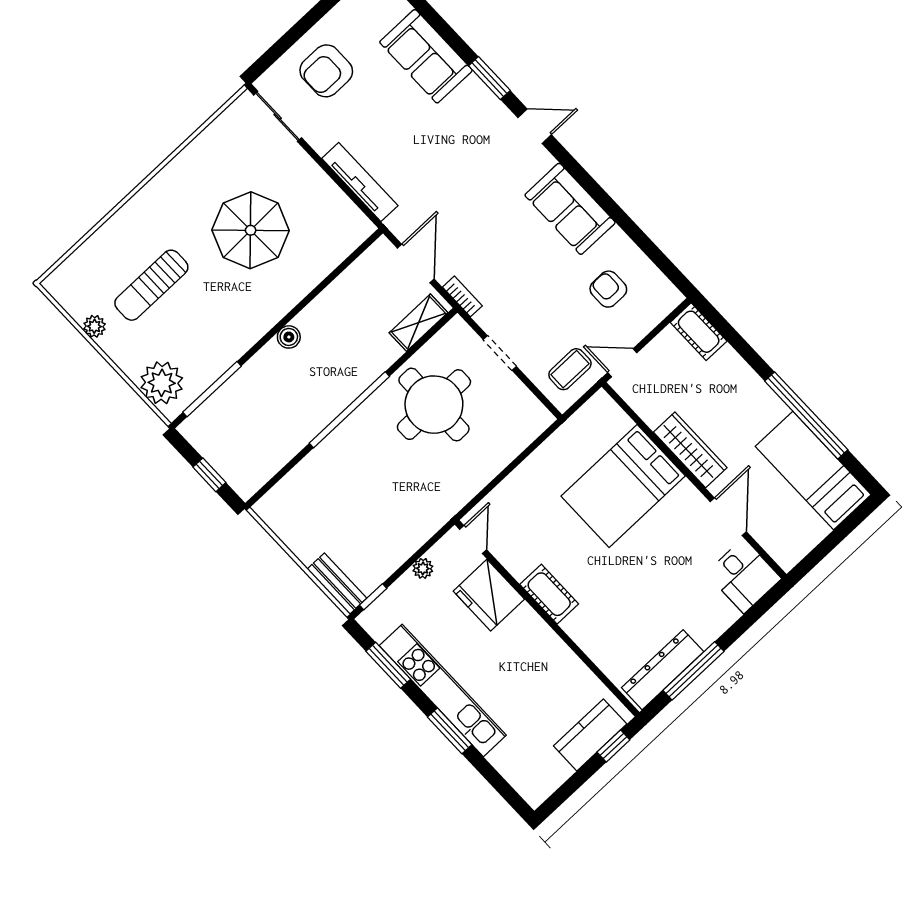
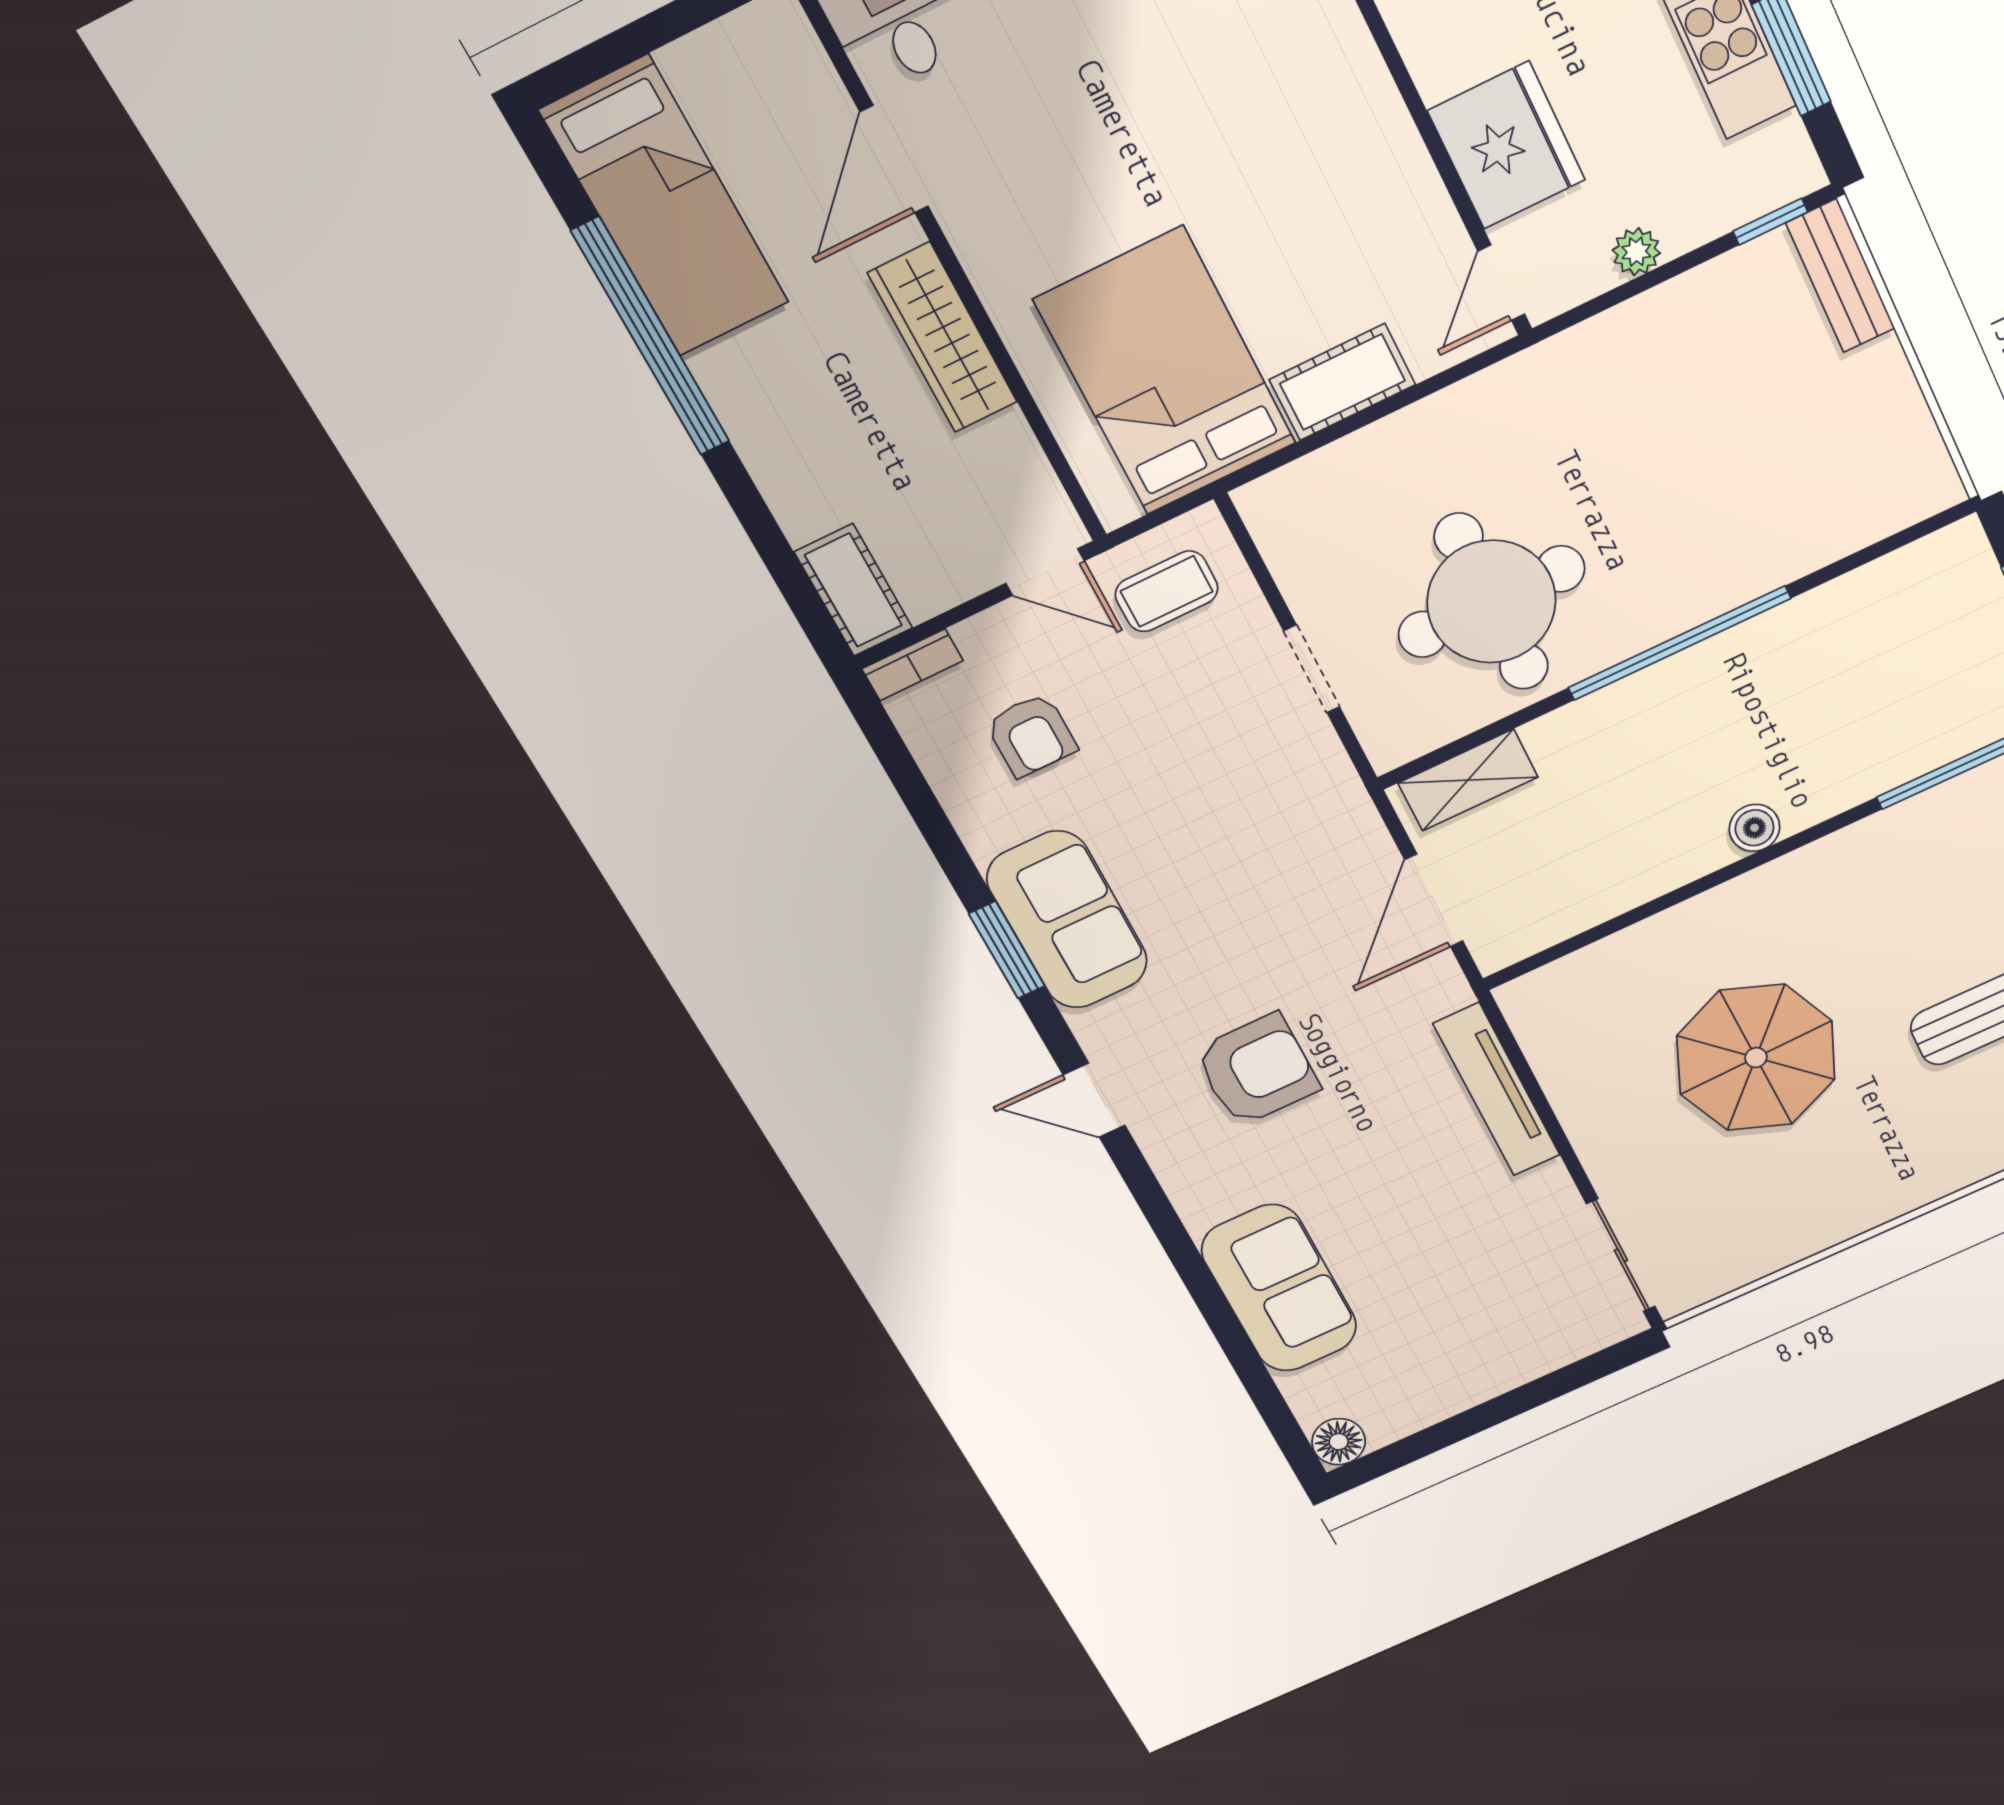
armchair: (326, 71) -> (1257, 1070), moved
window: (489, 78) -> (1007, 950), moved
bookcase: (462, 296) -> (912, 665), moved, turned -90
bed: (623, 486) -> (1165, 372), moved, turned -90
cot: (549, 594) -> (1342, 382), moved, turned 90

